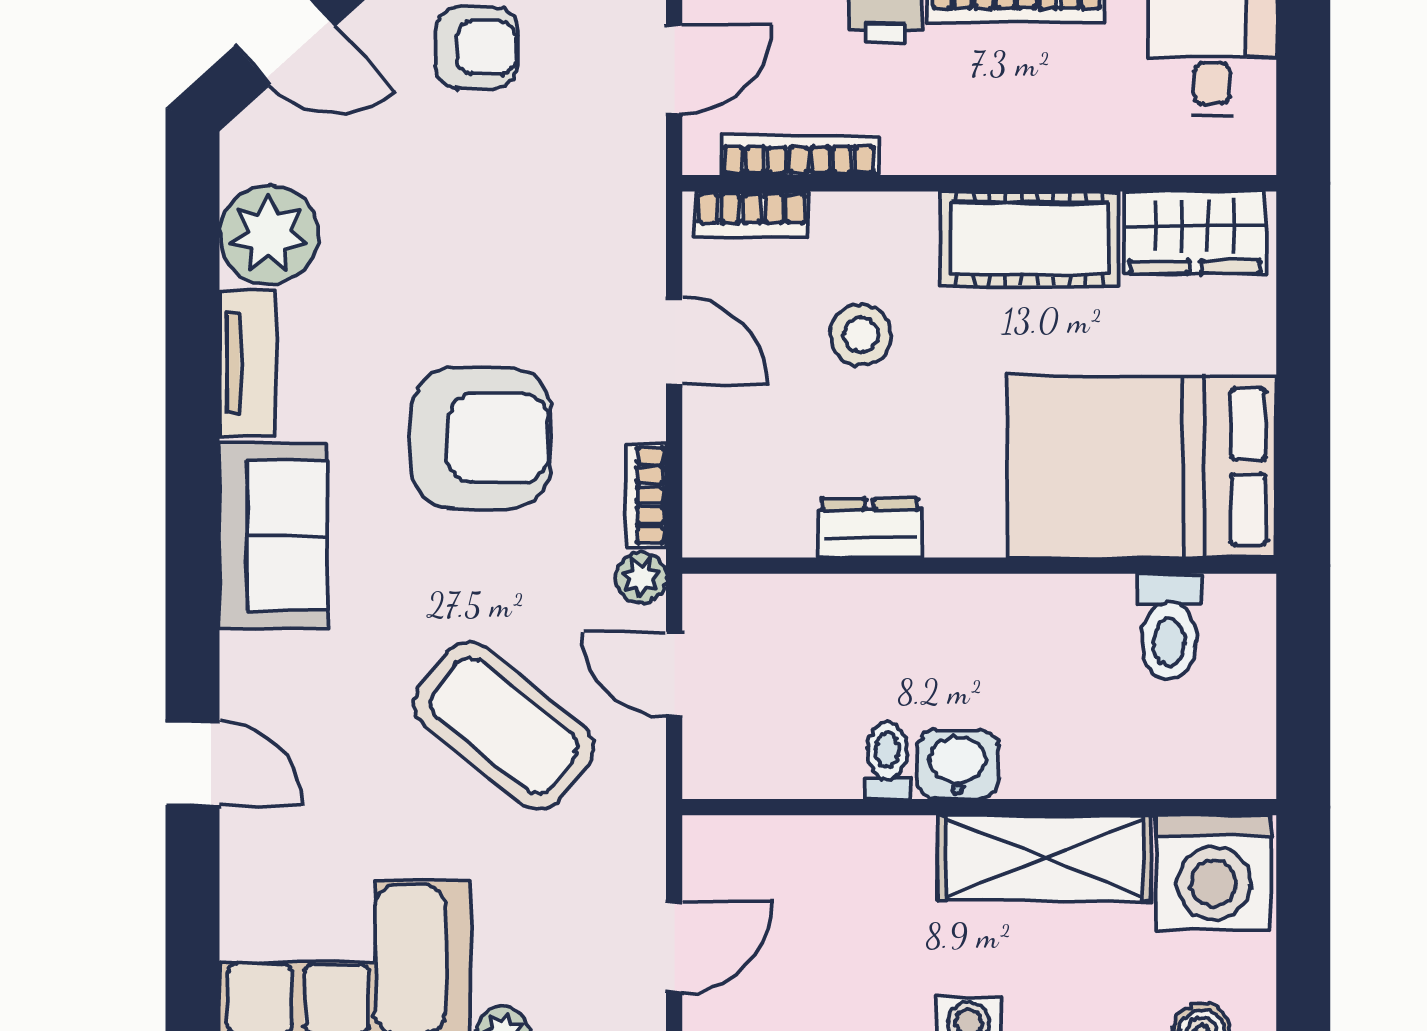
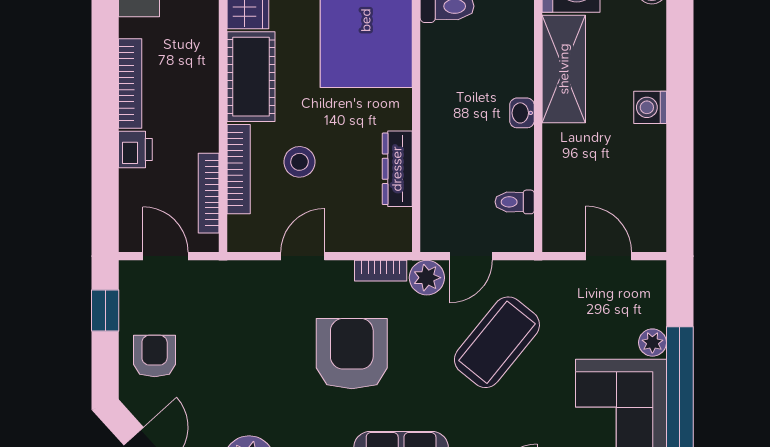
bookcase: (752, 214) -> (239, 169), moved, width x1.56
dresser: (870, 528) -> (397, 169), width x1.44
plant: (641, 577) -> (427, 278), width x1.38, depth x1.38
toilet: (887, 760) -> (515, 202), moved
washbasin: (958, 764) -> (522, 113), width x0.72, depth x0.69

